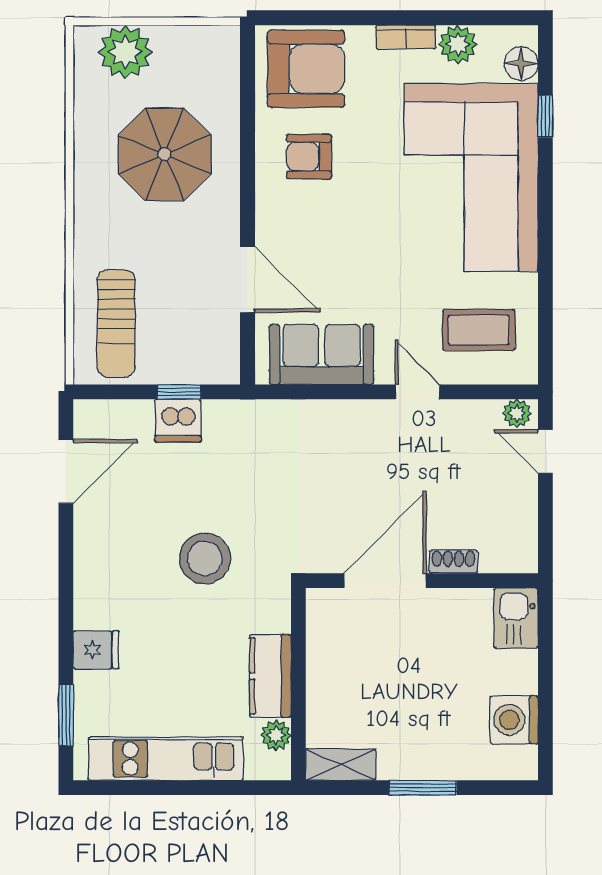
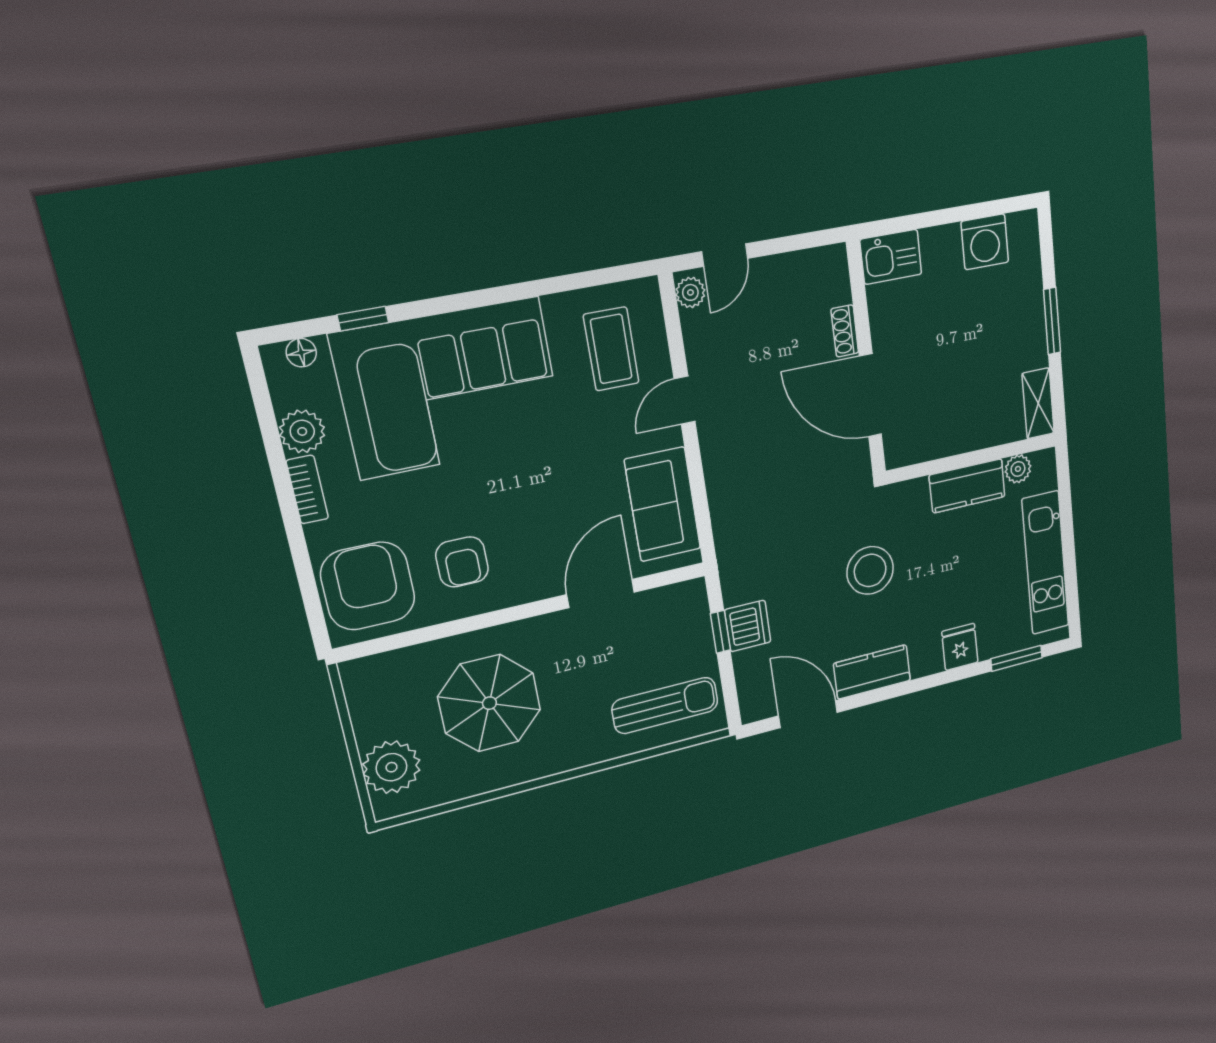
floor lamp: (521, 64) -> (301, 353), width x0.73, depth x0.73
kitchen counter: (94, 547) -> (872, 672), added

